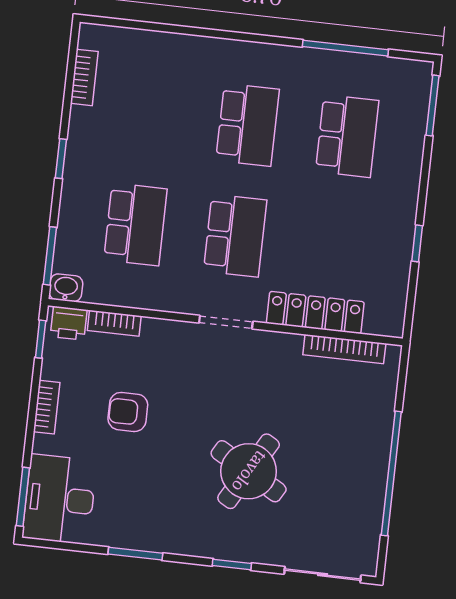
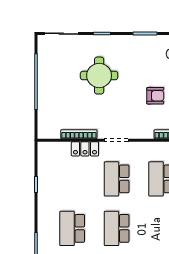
locker: (315, 313) -> (85, 149), width x0.66
bookcase: (344, 349) -> (79, 134), moved
round table: (249, 471) -> (99, 76), turned -30

